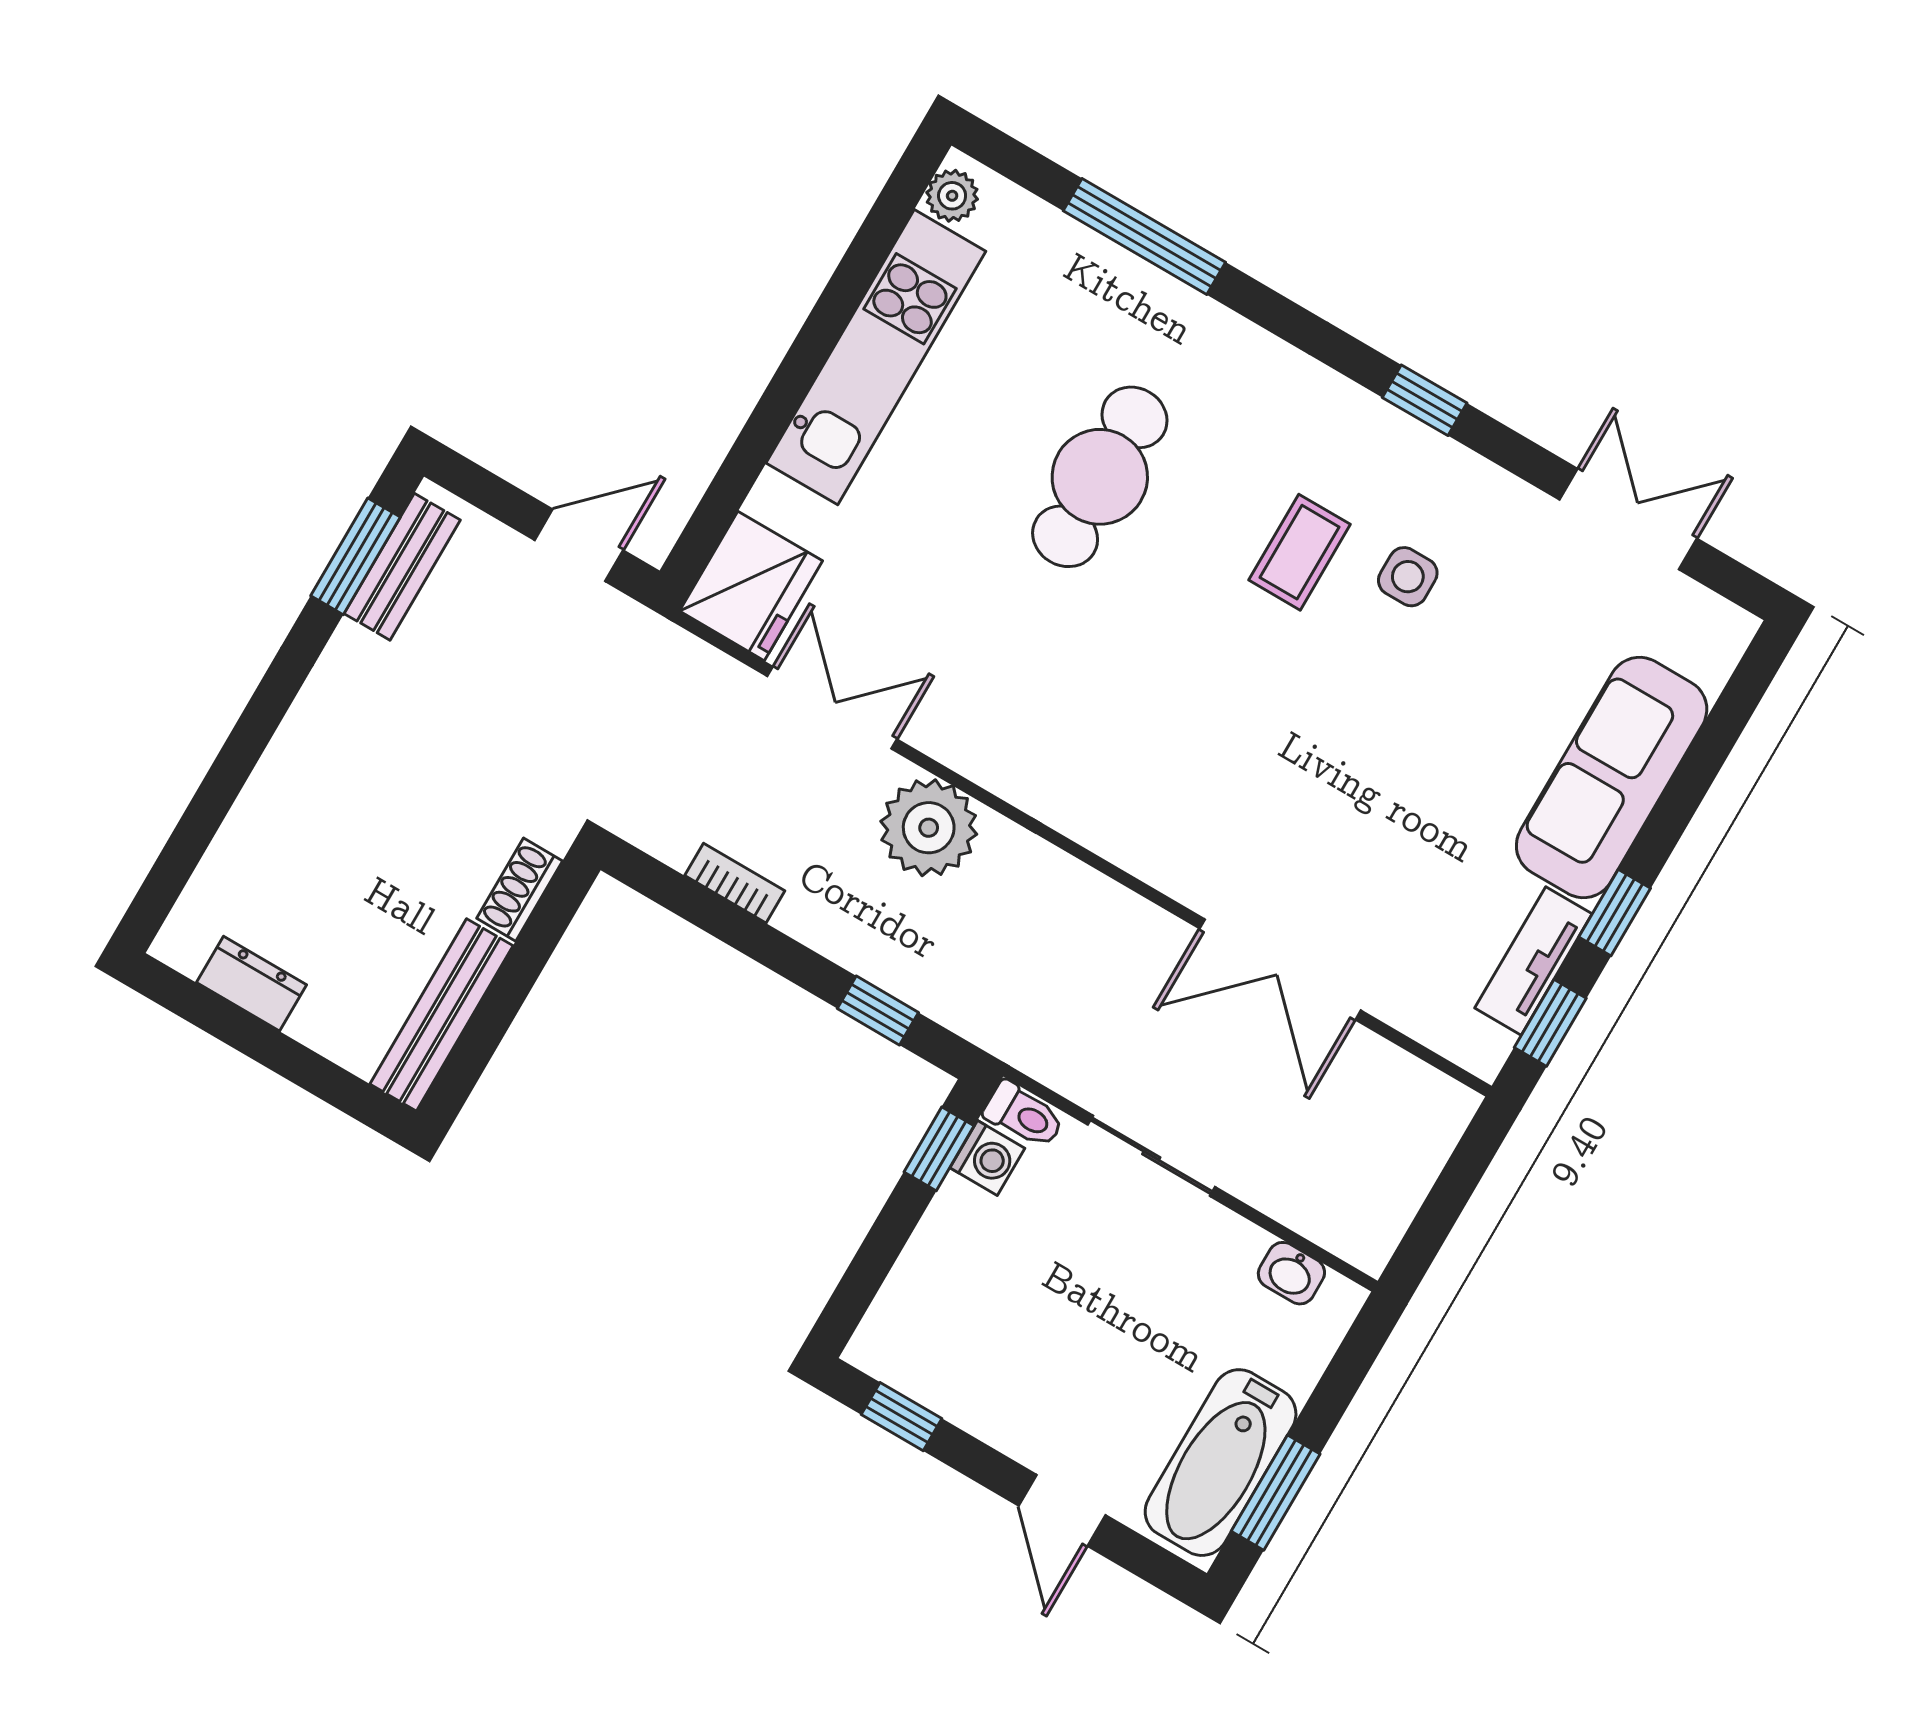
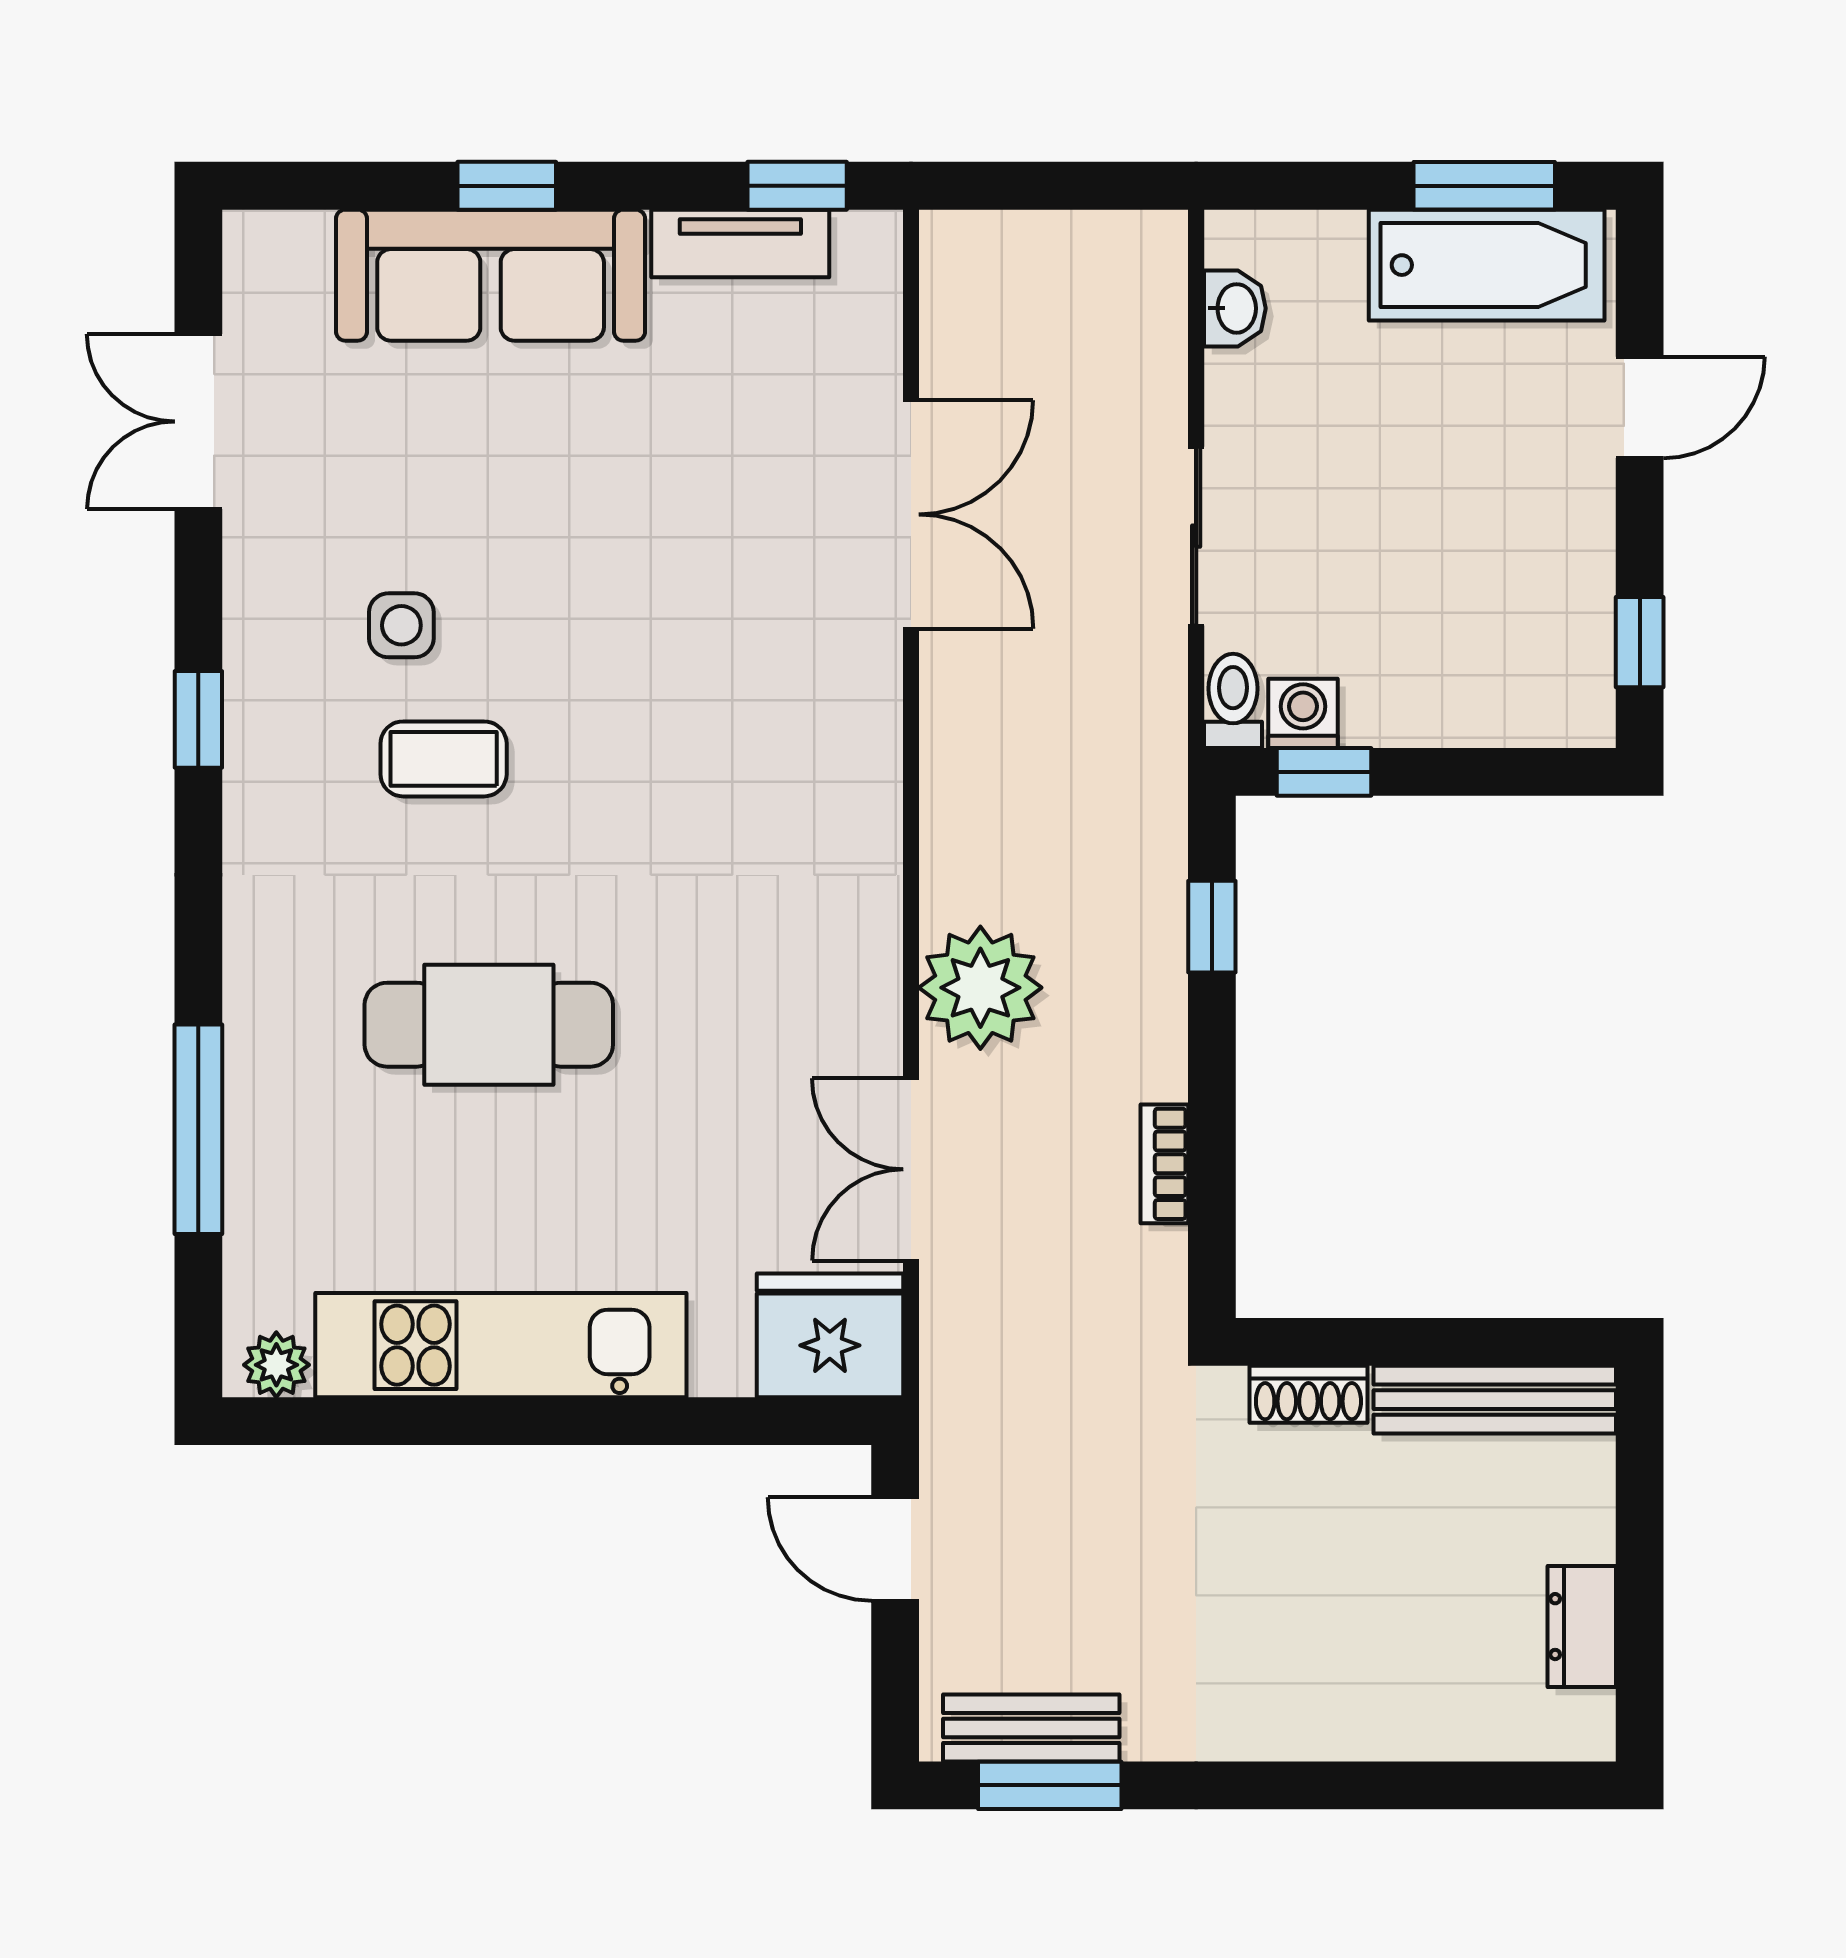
window: (1615, 913) -> (507, 186), moved

